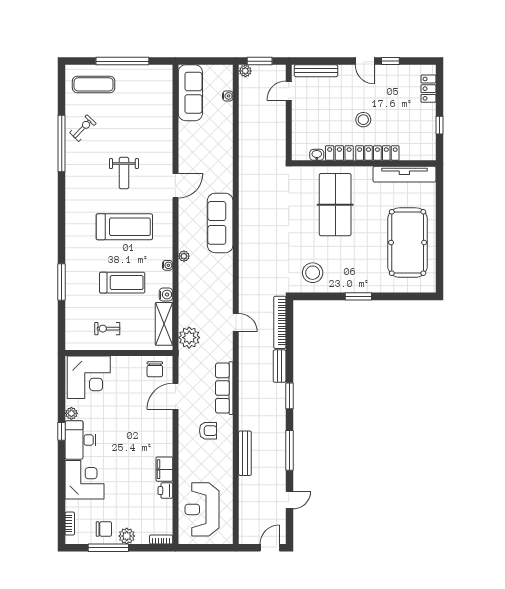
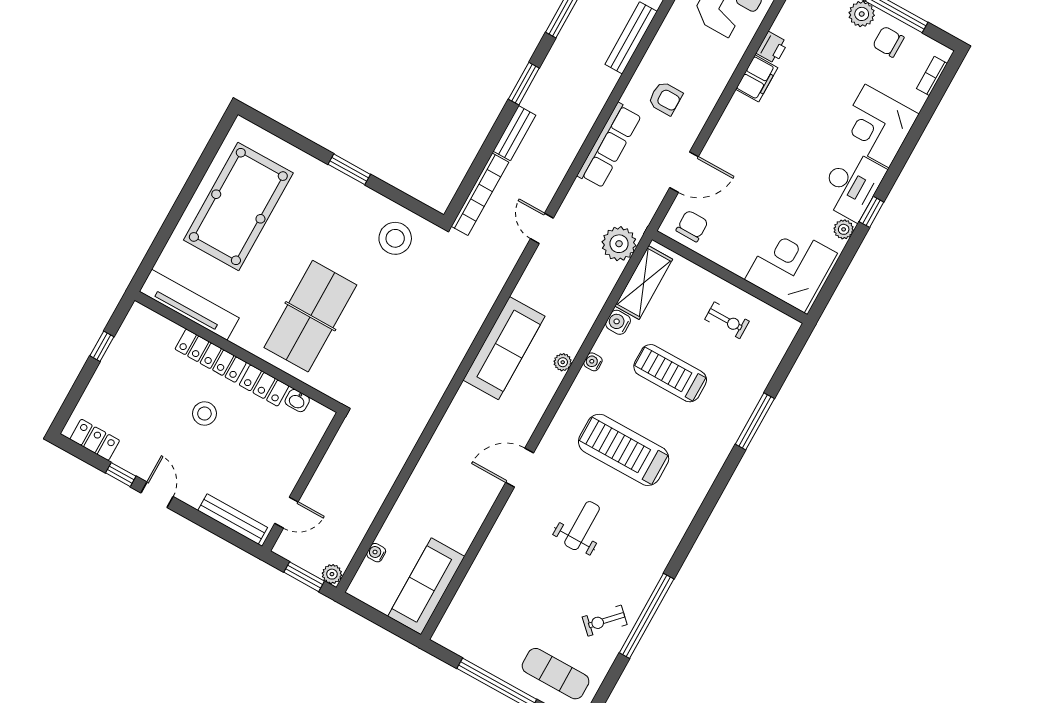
locker: (428, 89) -> (95, 440), moved, turned -90
sofa: (220, 223) -> (504, 348), moved
armchair: (208, 431) -> (665, 98), turned 180

